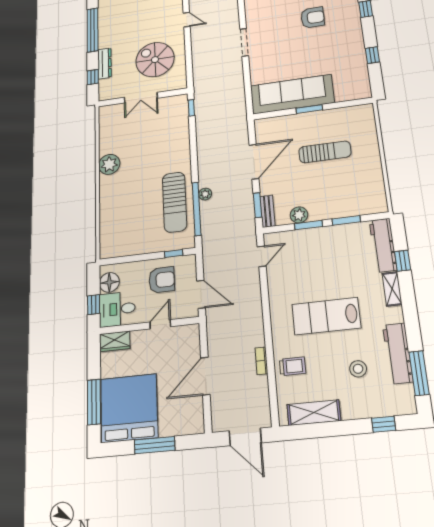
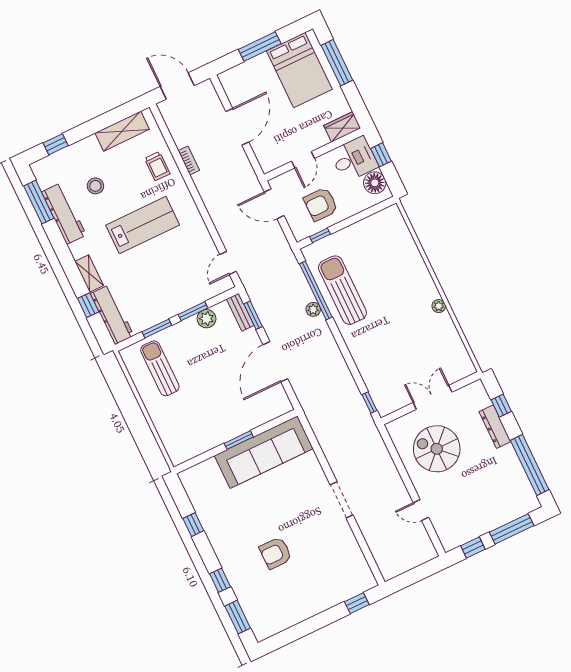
spiral stairs: (155, 60) -> (437, 449), turned 180
sun lounger: (325, 152) -> (160, 368), moved, turned 90
plant: (109, 164) -> (439, 306), width x0.53, depth x0.53
trolley: (293, 366) -> (157, 166), turned -90
bed: (129, 408) -> (299, 70), width x0.73

